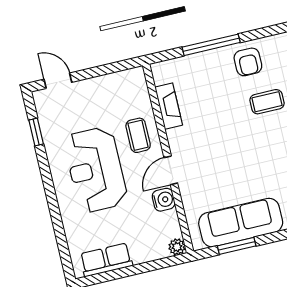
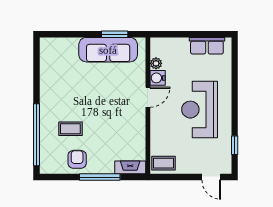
fireplace: (169, 106) -> (130, 167), moved, turned 90
coffee table: (138, 135) -> (164, 163), moved, turned 90
reception desk: (96, 170) -> (200, 110), turned 180
plant: (177, 247) -> (156, 63), moved

